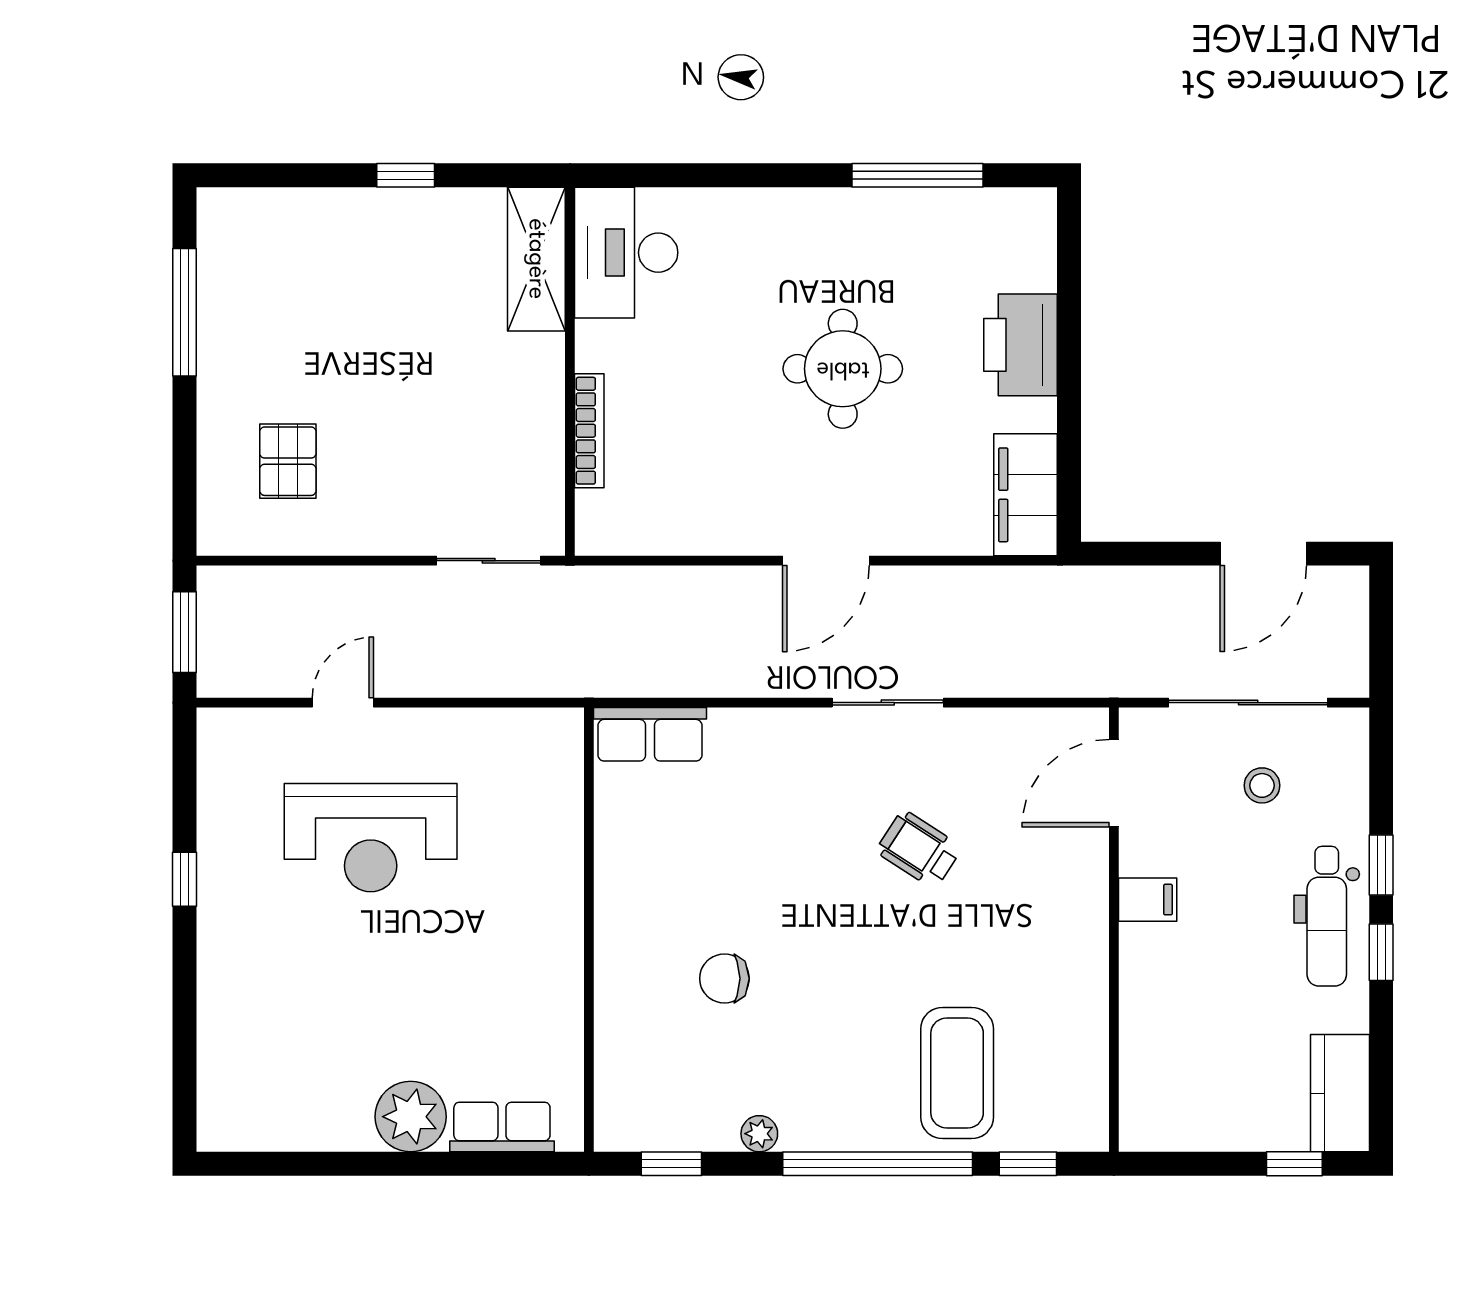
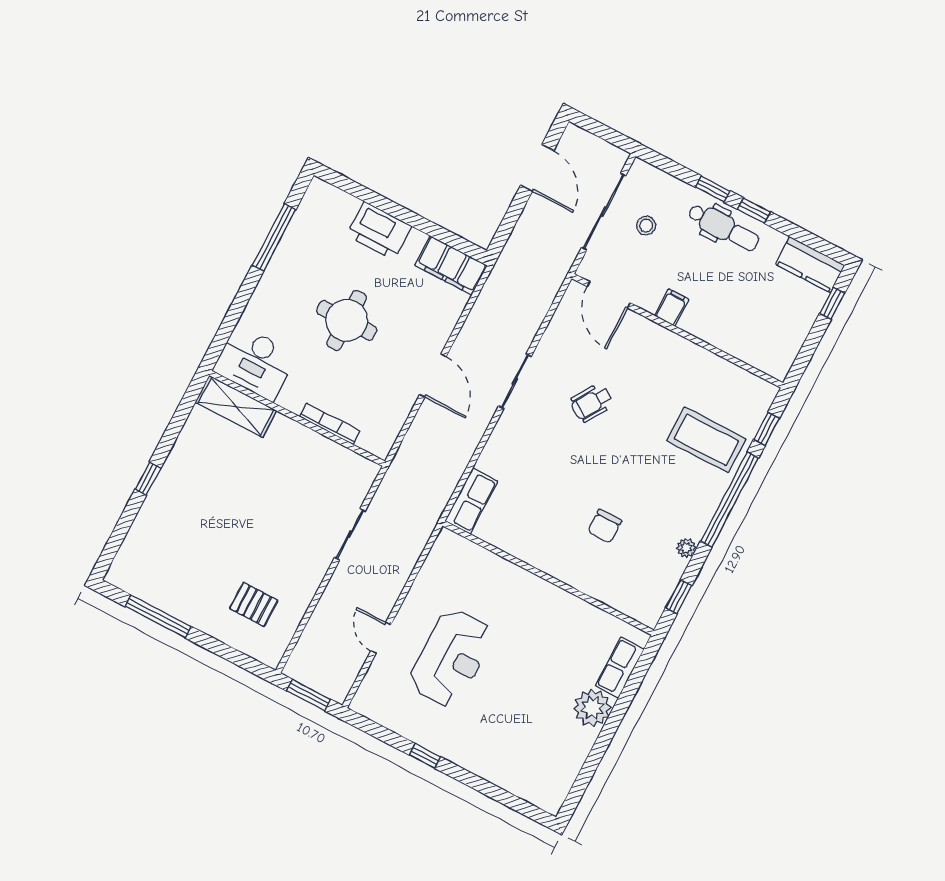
desk: (626, 253) -> (255, 363), moved
shelving: (536, 259) -> (236, 406), moved
wall: (570, 371) -> (297, 418), moved
bookcase: (589, 431) -> (330, 424), moved

